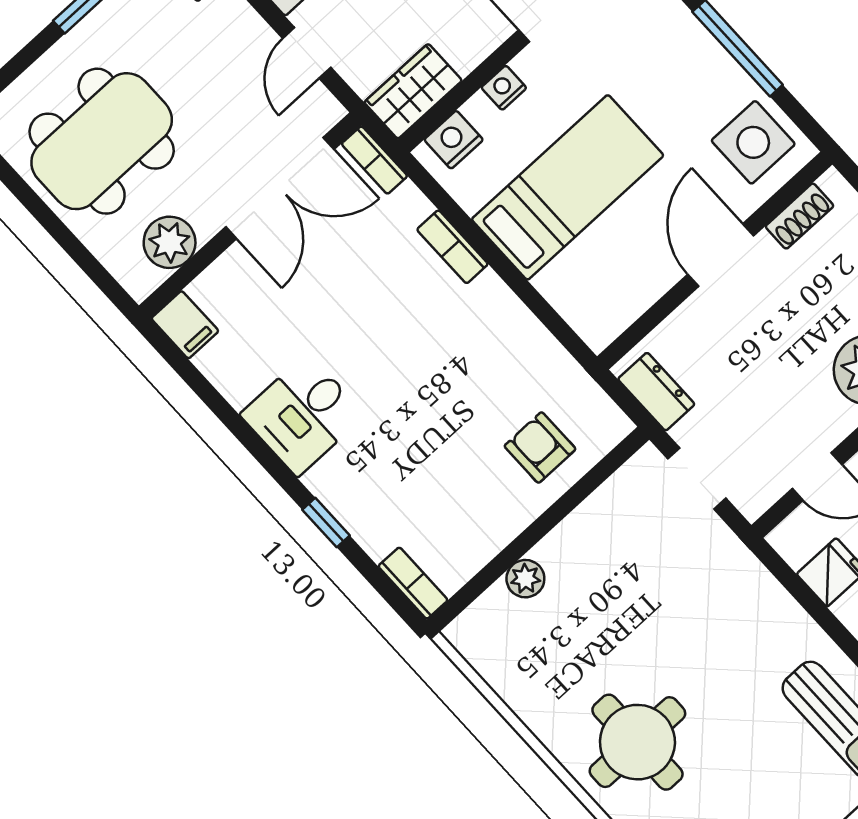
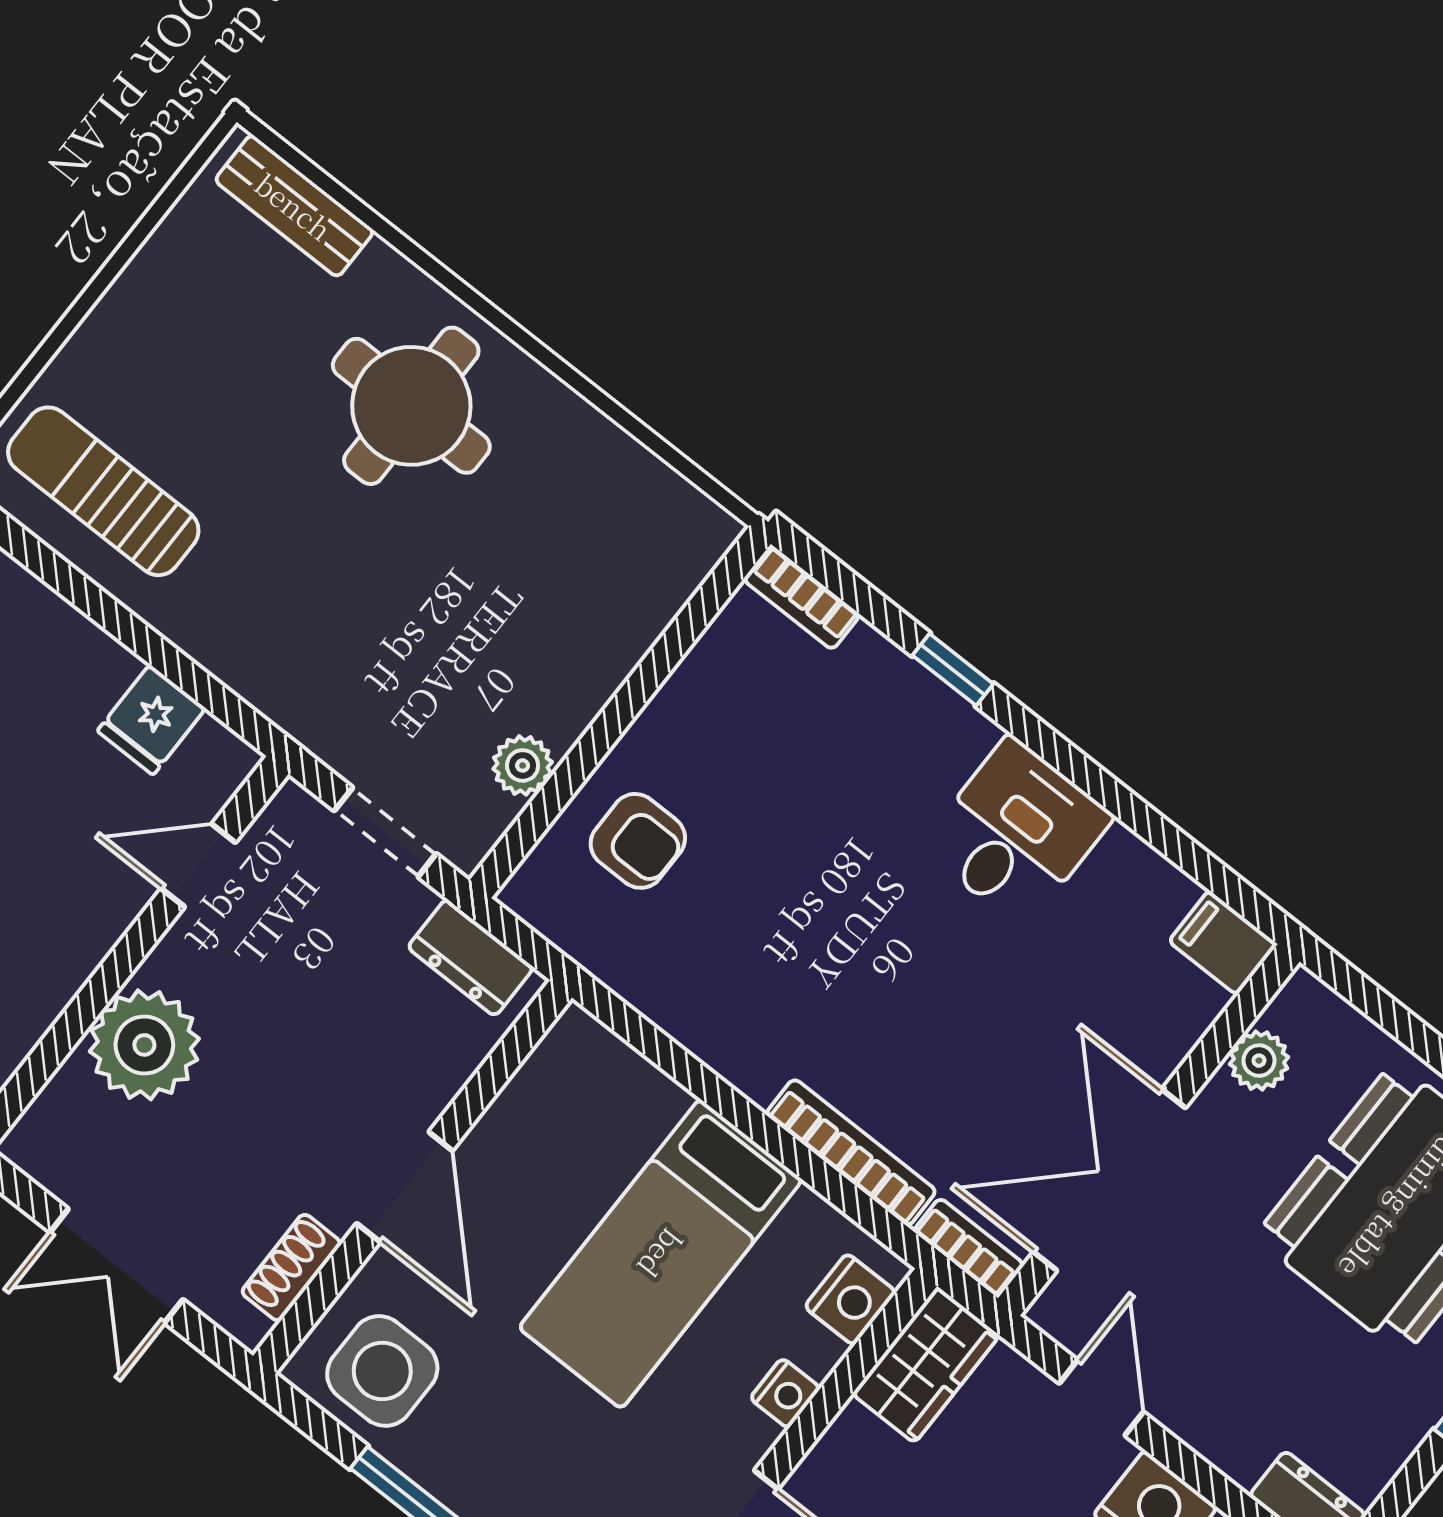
plant: (170, 242) -> (1259, 1061), width x0.73, depth x0.73
bookcase: (452, 247) -> (851, 1152), width x1.56
plant: (525, 579) -> (523, 765), moved

